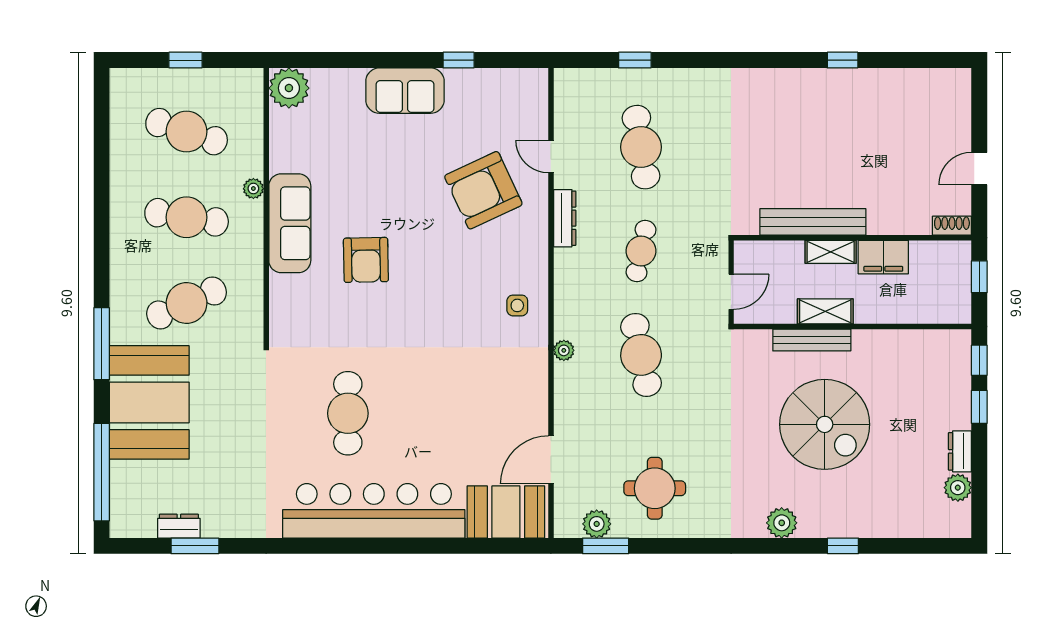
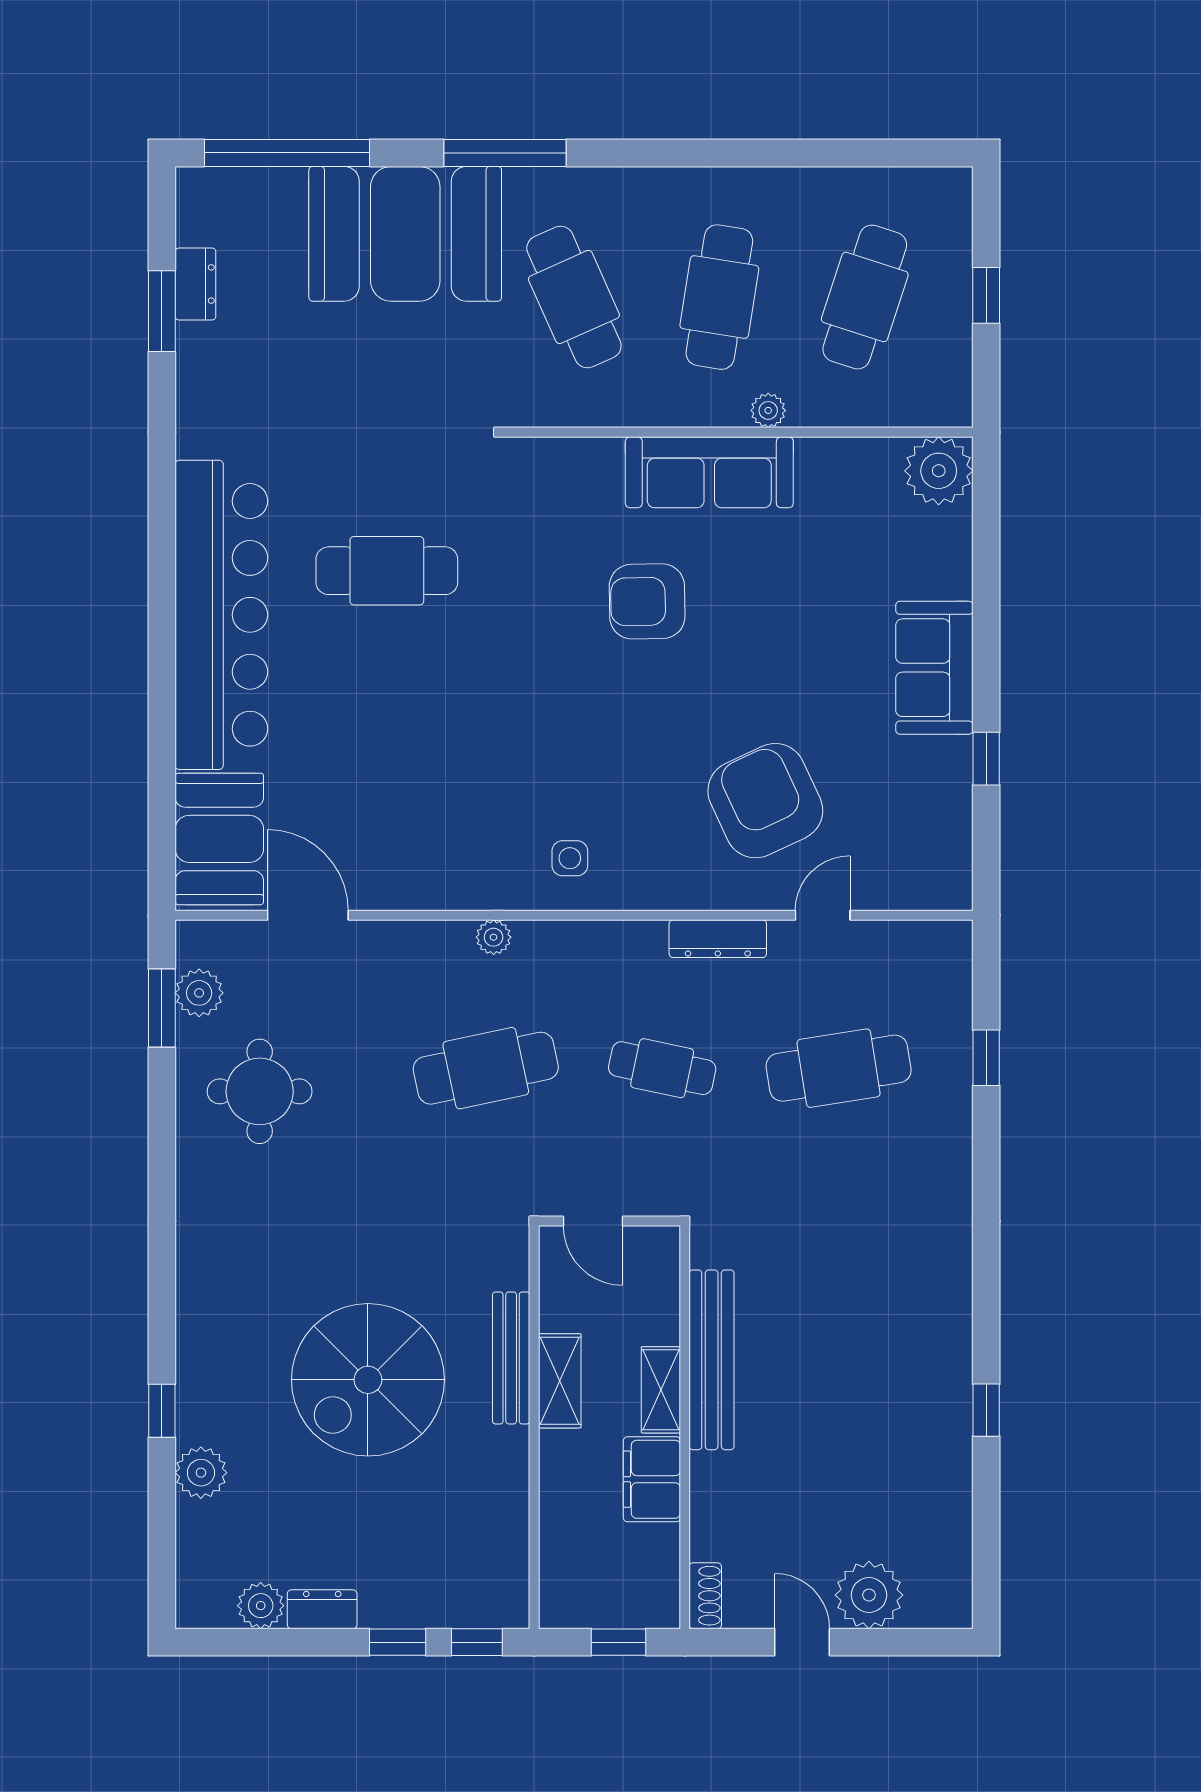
plant: (952, 129) -> (869, 1595), added
plant: (782, 523) -> (201, 1473), moved

